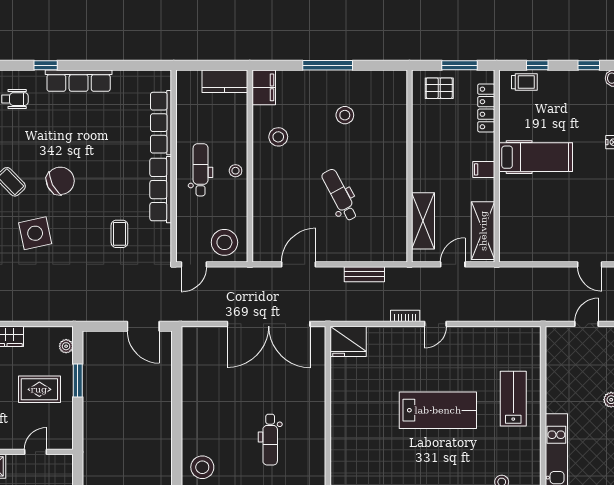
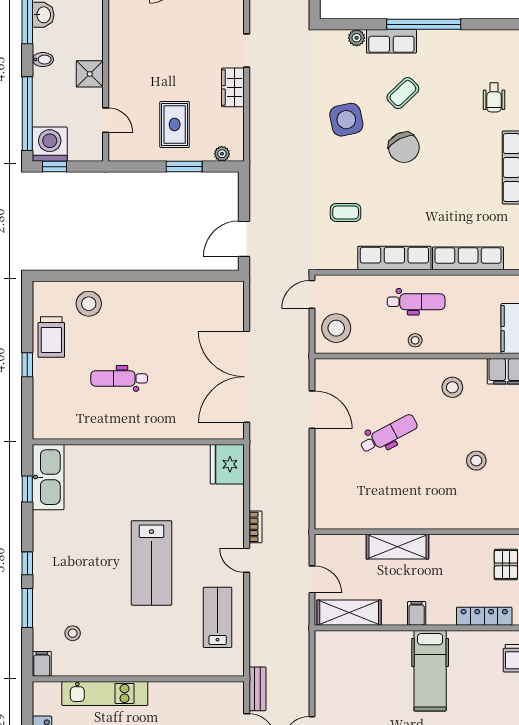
dental chair: (340, 195) -> (389, 434), moved
shelving: (423, 221) -> (397, 547), moved
door: (194, 264) -> (312, 294), hinge flipped
bench: (364, 274) -> (257, 689), moved
lab bench: (513, 399) -> (218, 617), moved, turned -90

